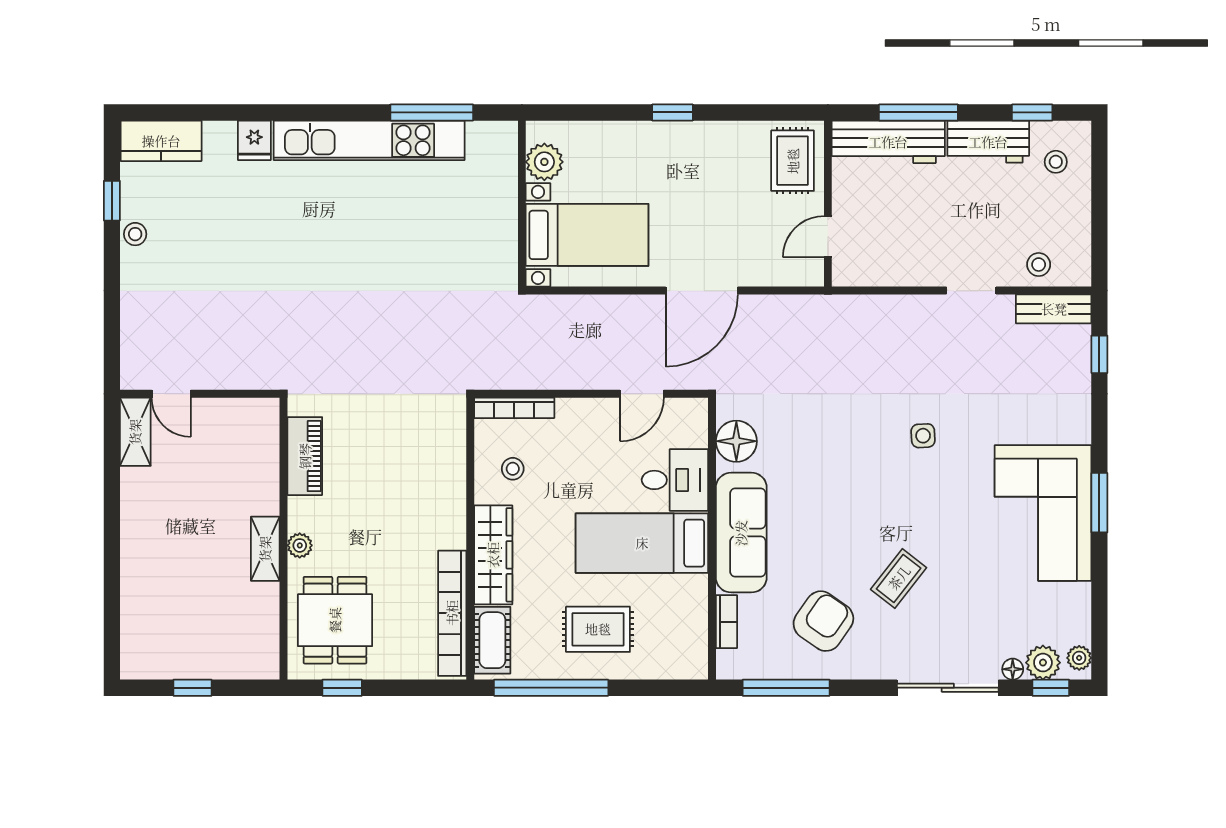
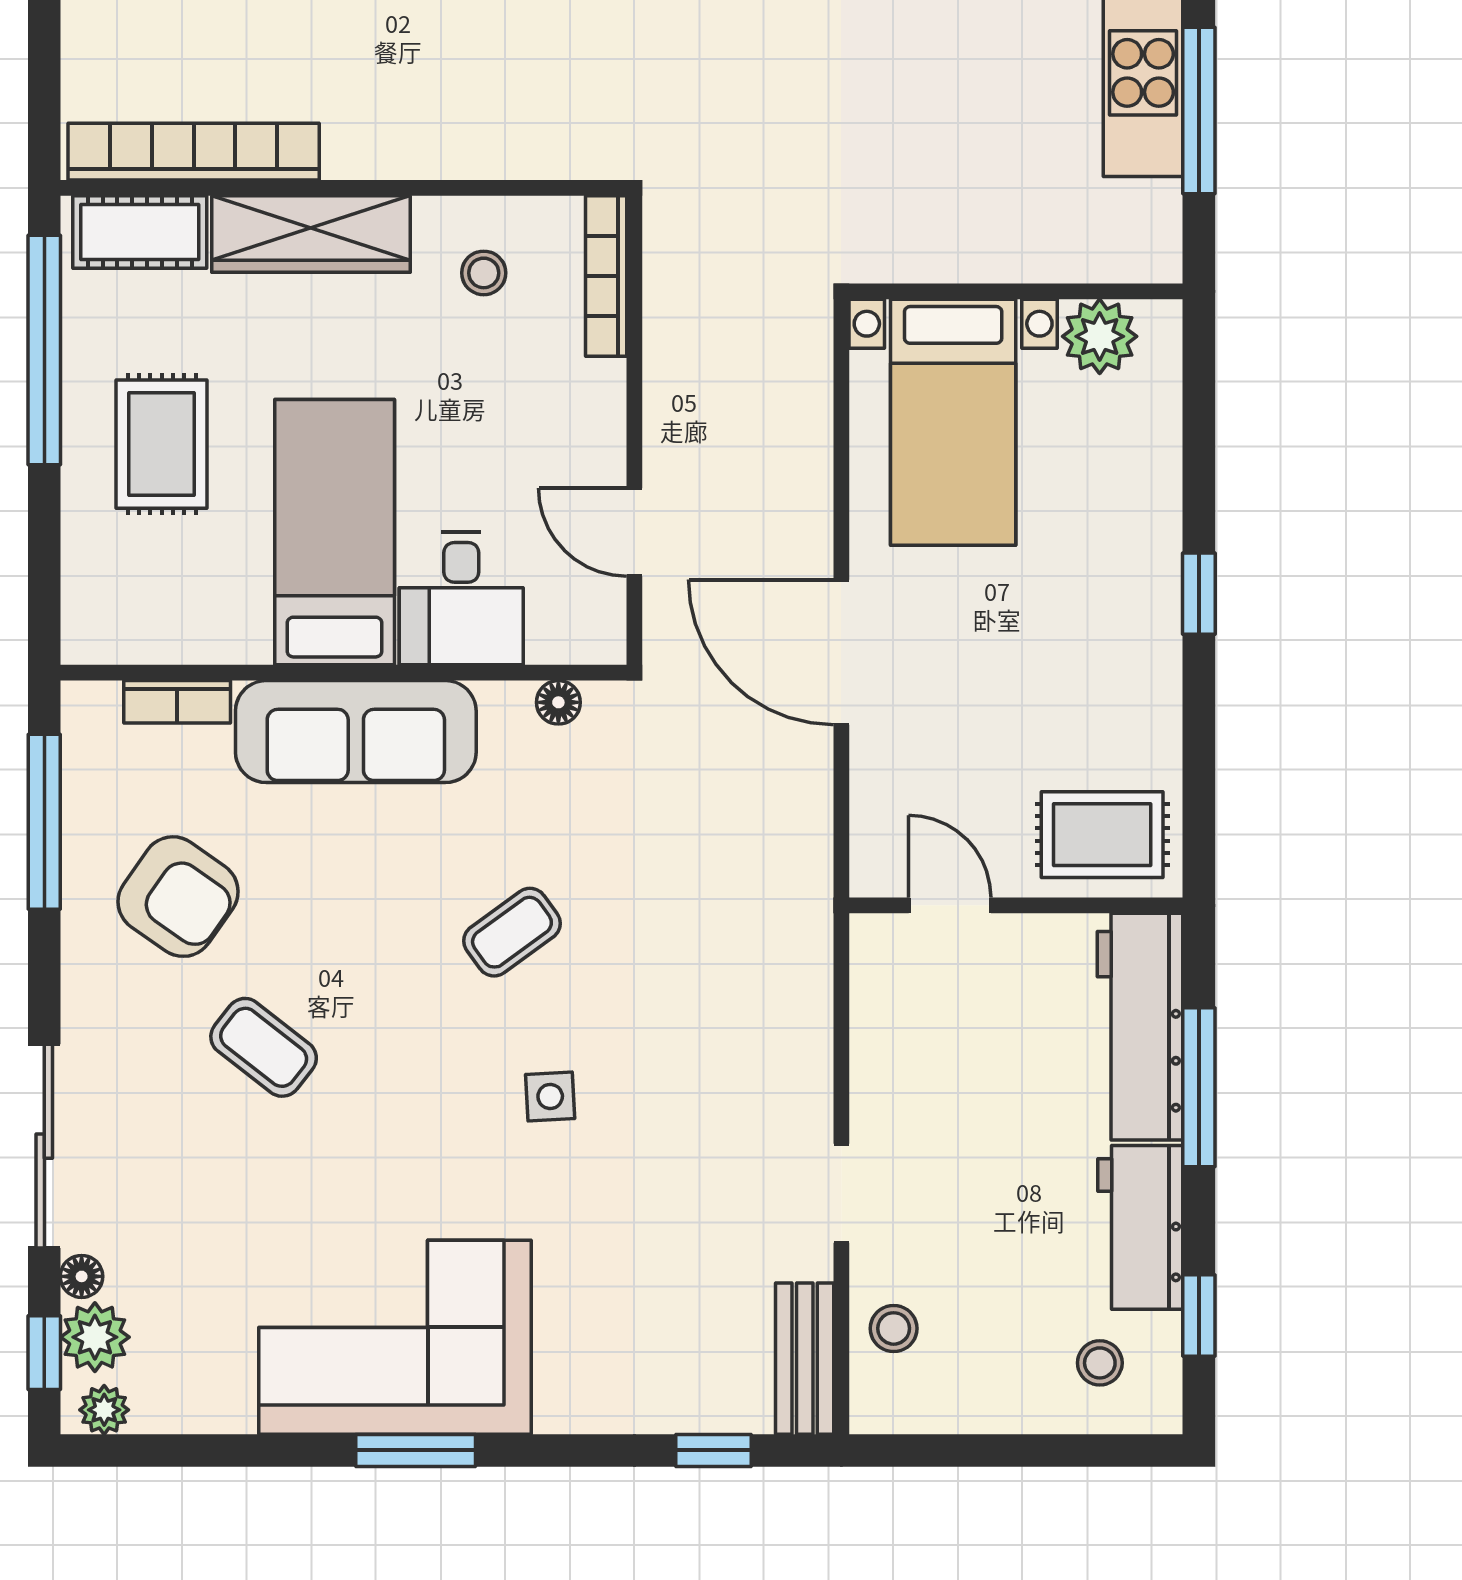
floor lamp: (736, 441) -> (558, 702), width x0.53, depth x0.53
coffee table: (841, 455) -> (512, 932), added

